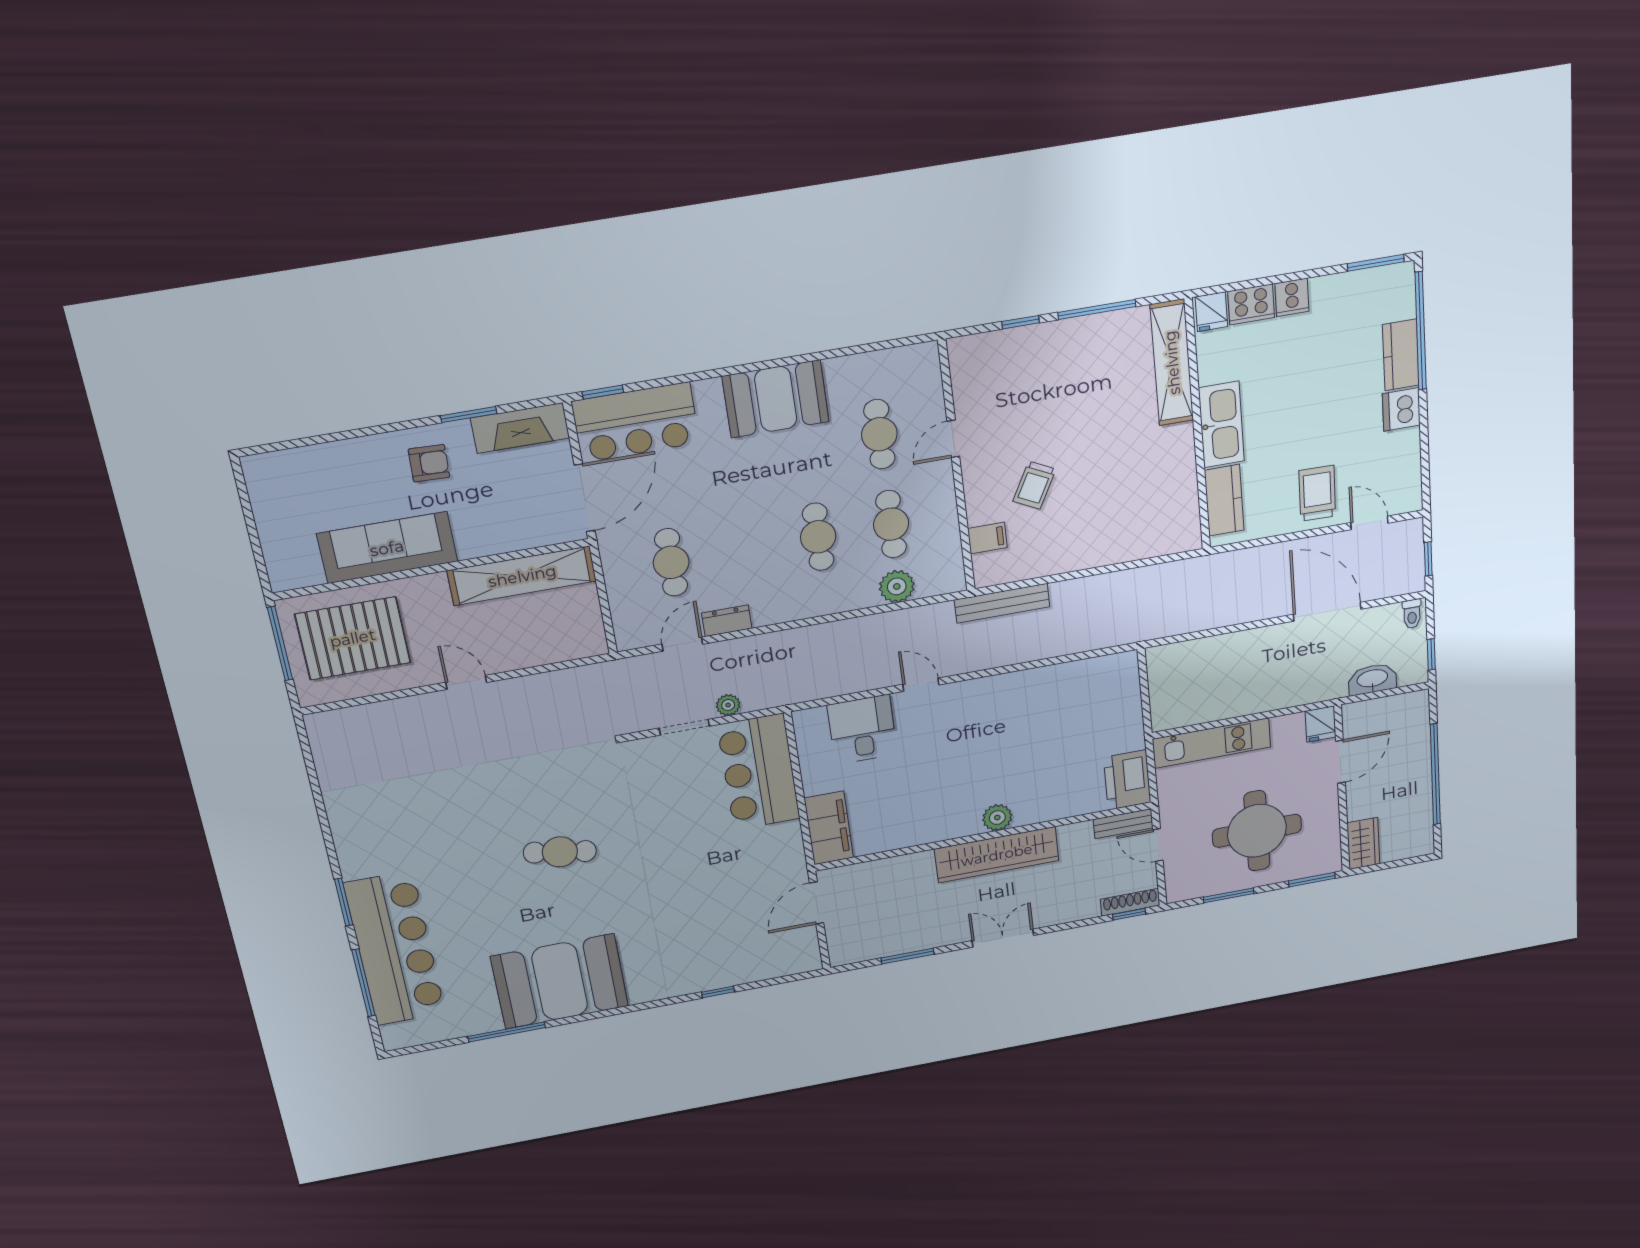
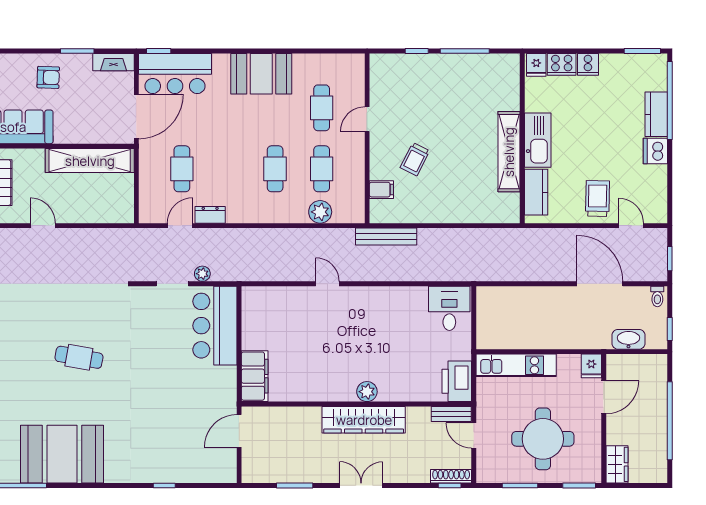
shelving: (1172, 363) -> (509, 152), moved
fireplace: (520, 428) -> (113, 62), width x0.73, depth x0.76
desk: (862, 729) -> (449, 308), moved

